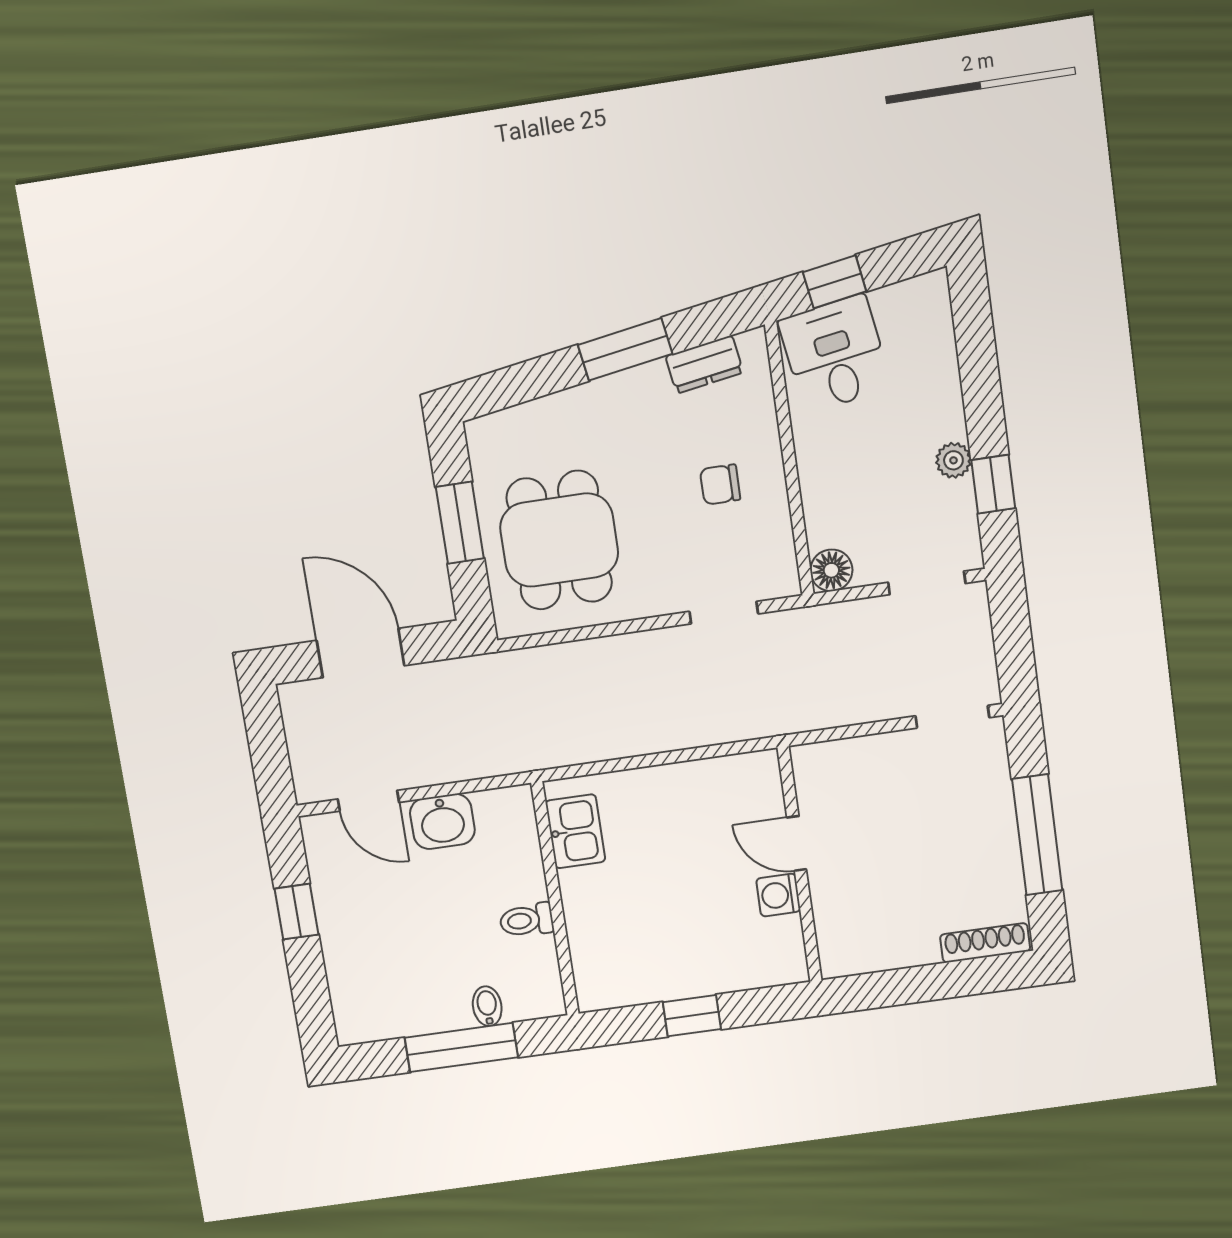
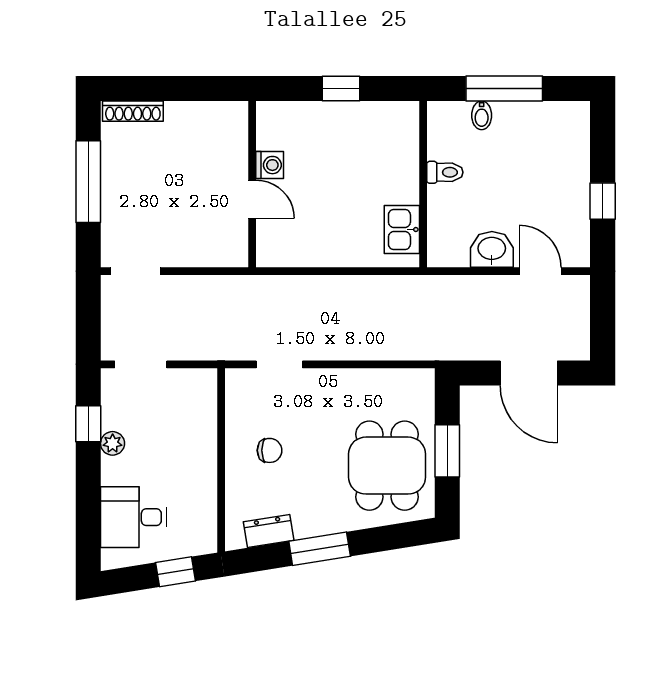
desk: (835, 354) -> (134, 517), moved, turned 99
dining table: (559, 540) -> (387, 466), moved
floor lamp: (831, 570) -> (203, 382), removed

